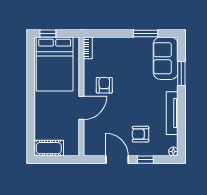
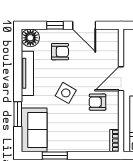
armchair: (104, 85) -> (97, 102), turned 90
side table: (135, 94) -> (66, 93), added
floor lamp: (173, 152) -> (30, 38), width x1.89, depth x1.89

